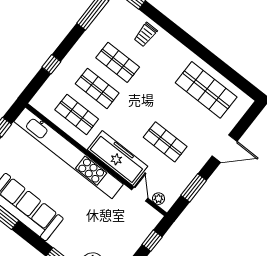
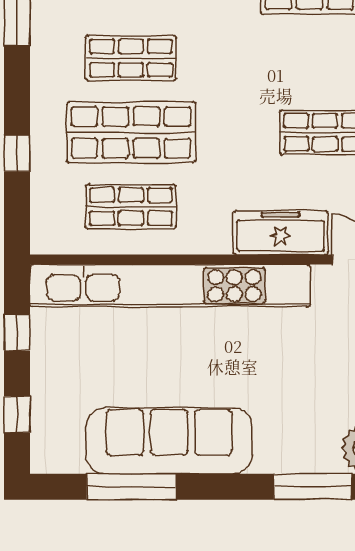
shop shelf: (97, 88) -> (131, 132), width x1.43, depth x1.36
freezer: (117, 158) -> (280, 233), width x0.73, depth x0.79

